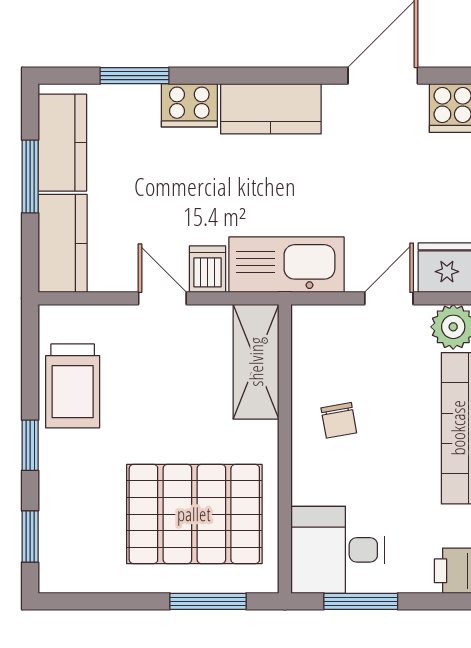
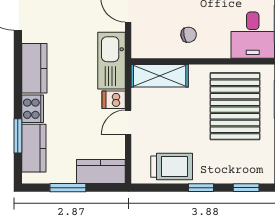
kitchen counter: (62, 143) -> (34, 148), moved, turned 90

